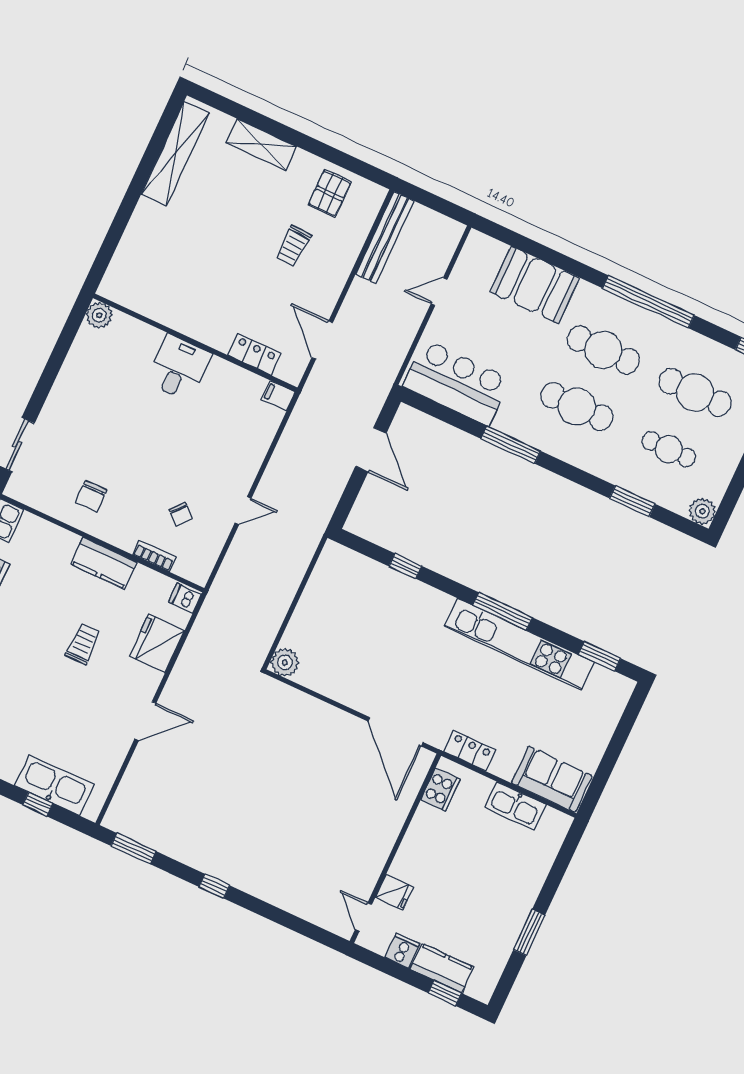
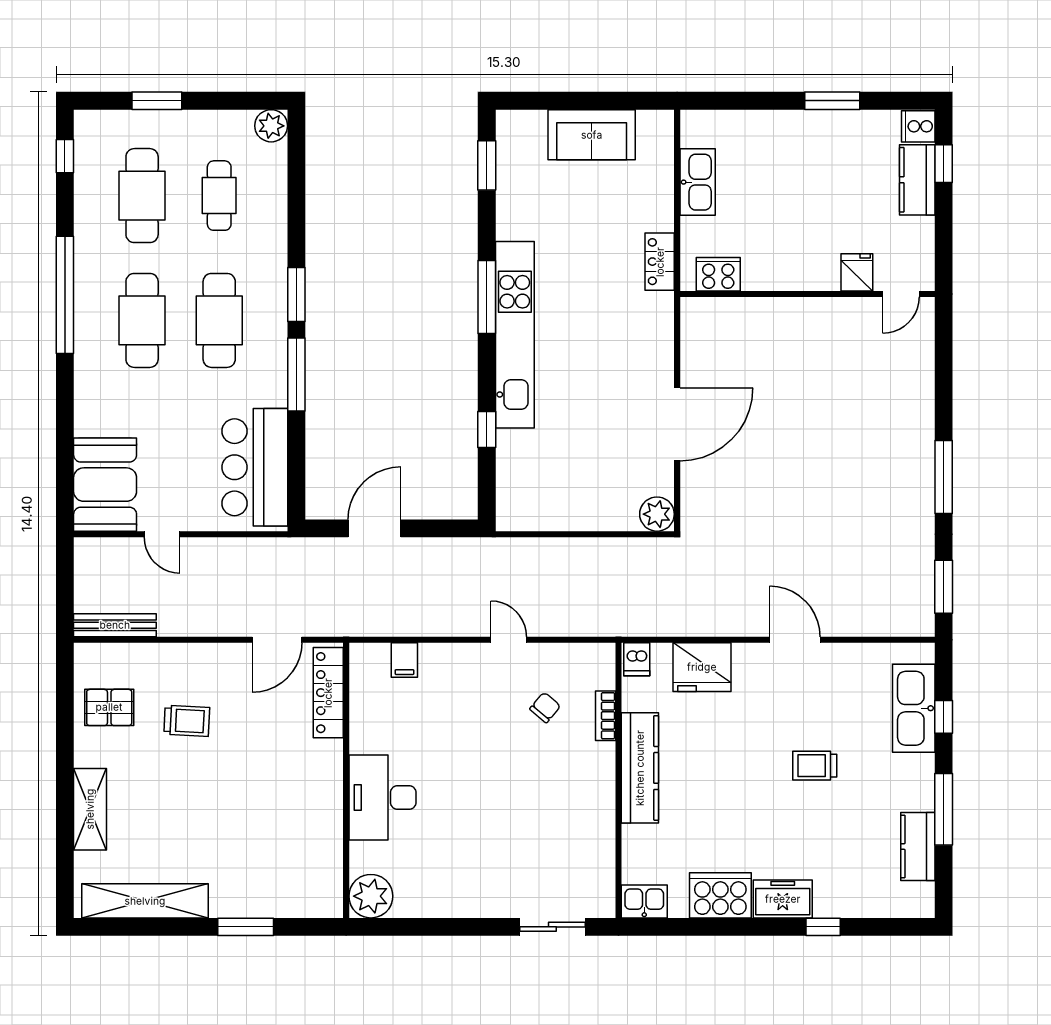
window: (122, 219) -> (246, 927), added
bench: (385, 238) -> (115, 625), width x0.73, depth x0.82
booth: (535, 285) -> (105, 485), moved
plant: (99, 315) -> (371, 896), width x1.36, depth x1.36
locker: (254, 354) -> (328, 693), width x1.53
desk: (179, 368) -> (382, 798), width x1.37
filing cabinet: (278, 396) -> (404, 660), moved
chair: (91, 496) -> (572, 817), removed
window: (632, 501) -> (296, 295), moved
kitchen counter: (104, 563) -> (640, 768), width x1.50
trolley: (83, 644) -> (815, 766), moved
kitchen unit: (519, 644) -> (515, 335), moved
door: (395, 732) -> (677, 424), moved
sofa: (552, 779) -> (592, 135), moved, turned -90
window: (214, 886) -> (944, 477), width x2.17
cooker: (402, 951) -> (918, 126), moved

